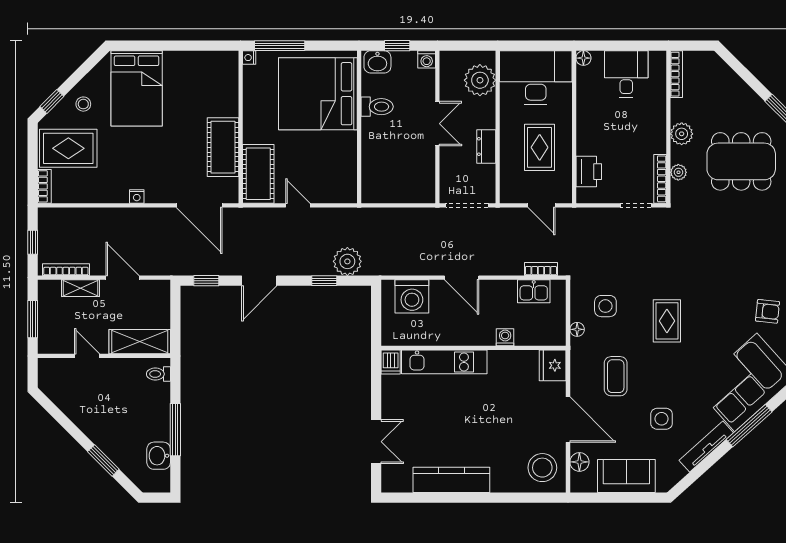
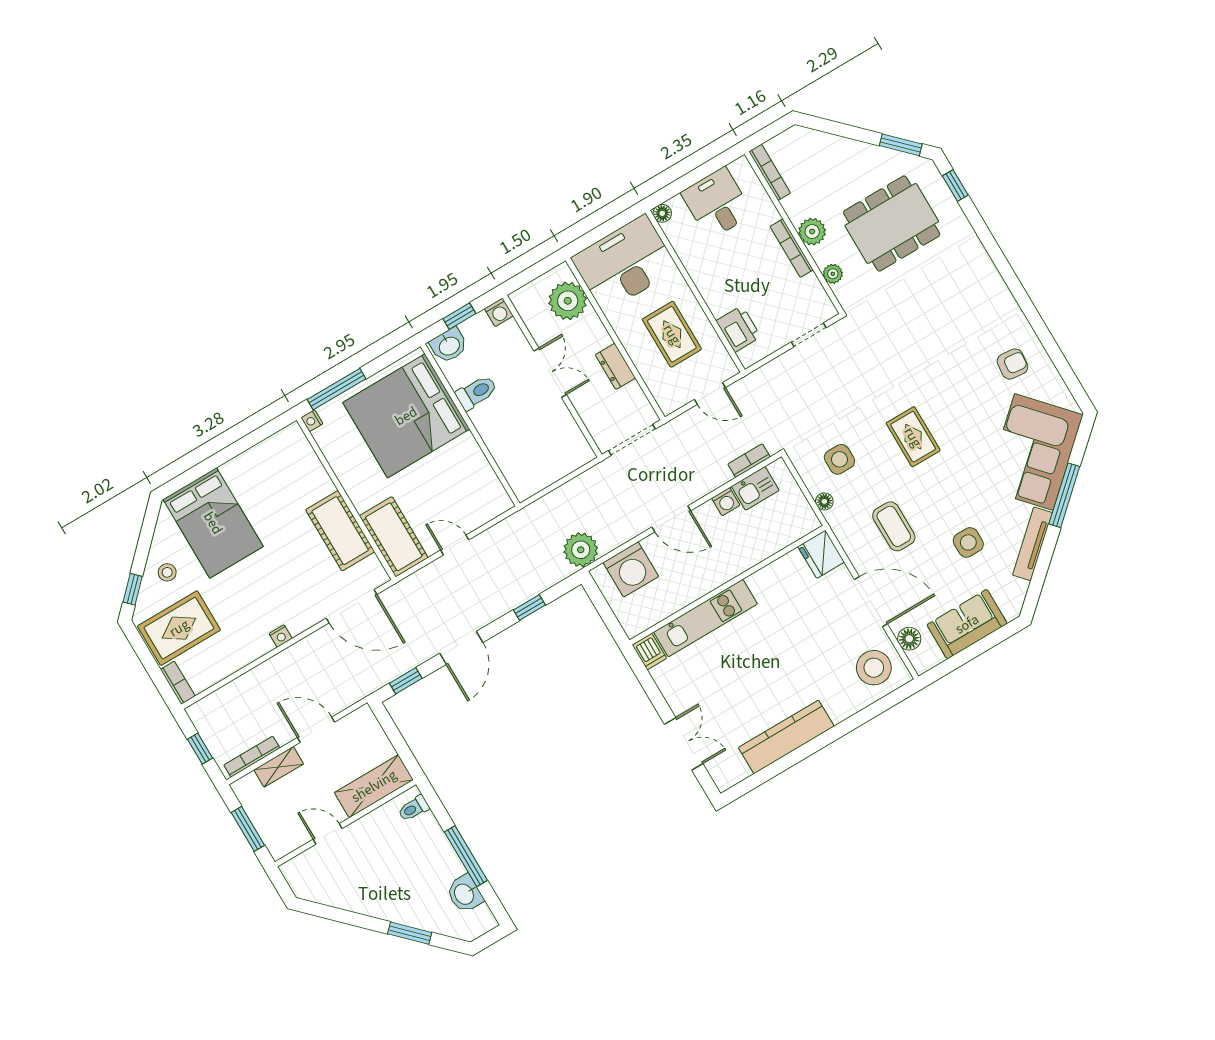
bookcase: (660, 179) -> (792, 248), moved
plant: (347, 261) -> (581, 550), moved
washing machine: (505, 337) -> (726, 502), moved, turned 180

